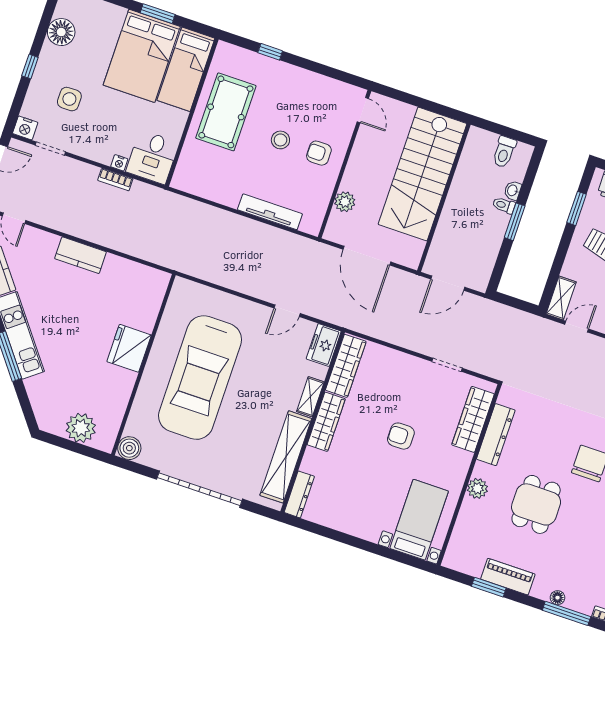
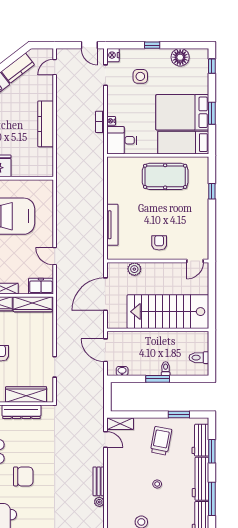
stool: (280, 140) -> (159, 216), removed
washbasin: (513, 190) -> (122, 371), moved
kitchen counter: (81, 255) -> (46, 124), width x1.50

